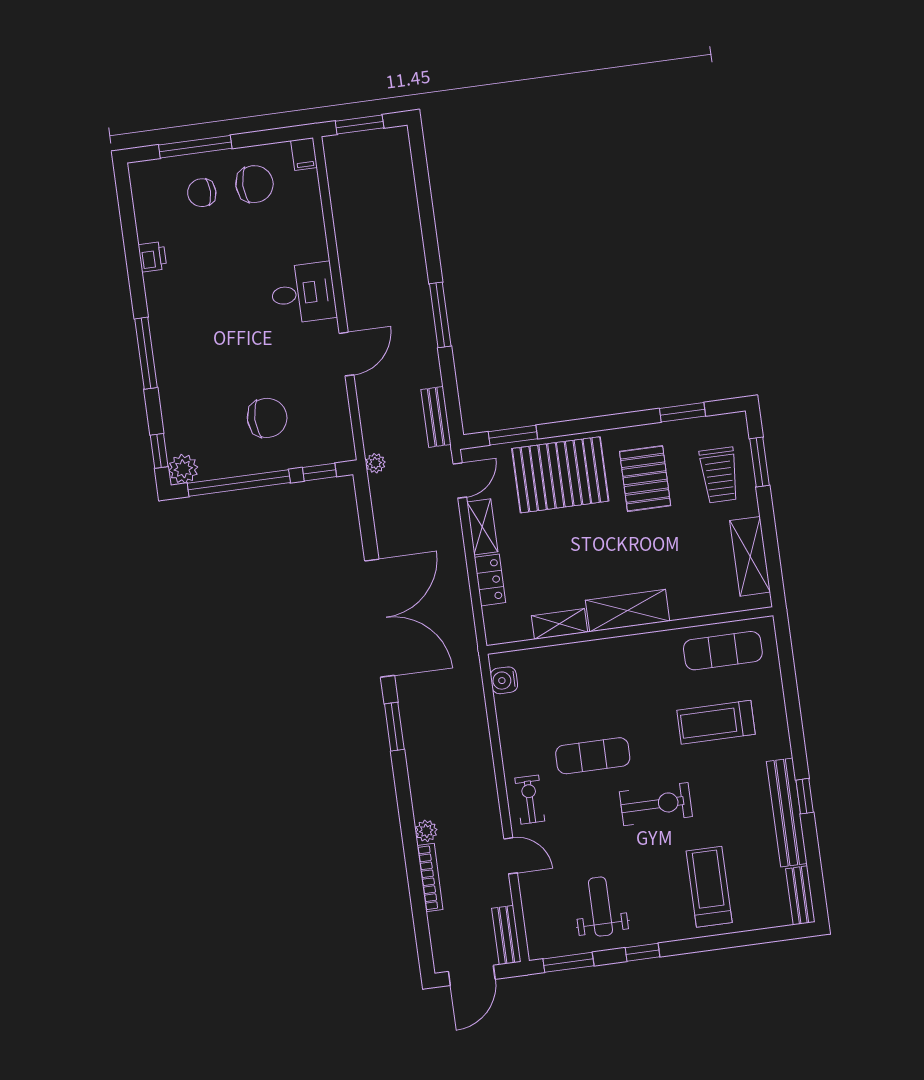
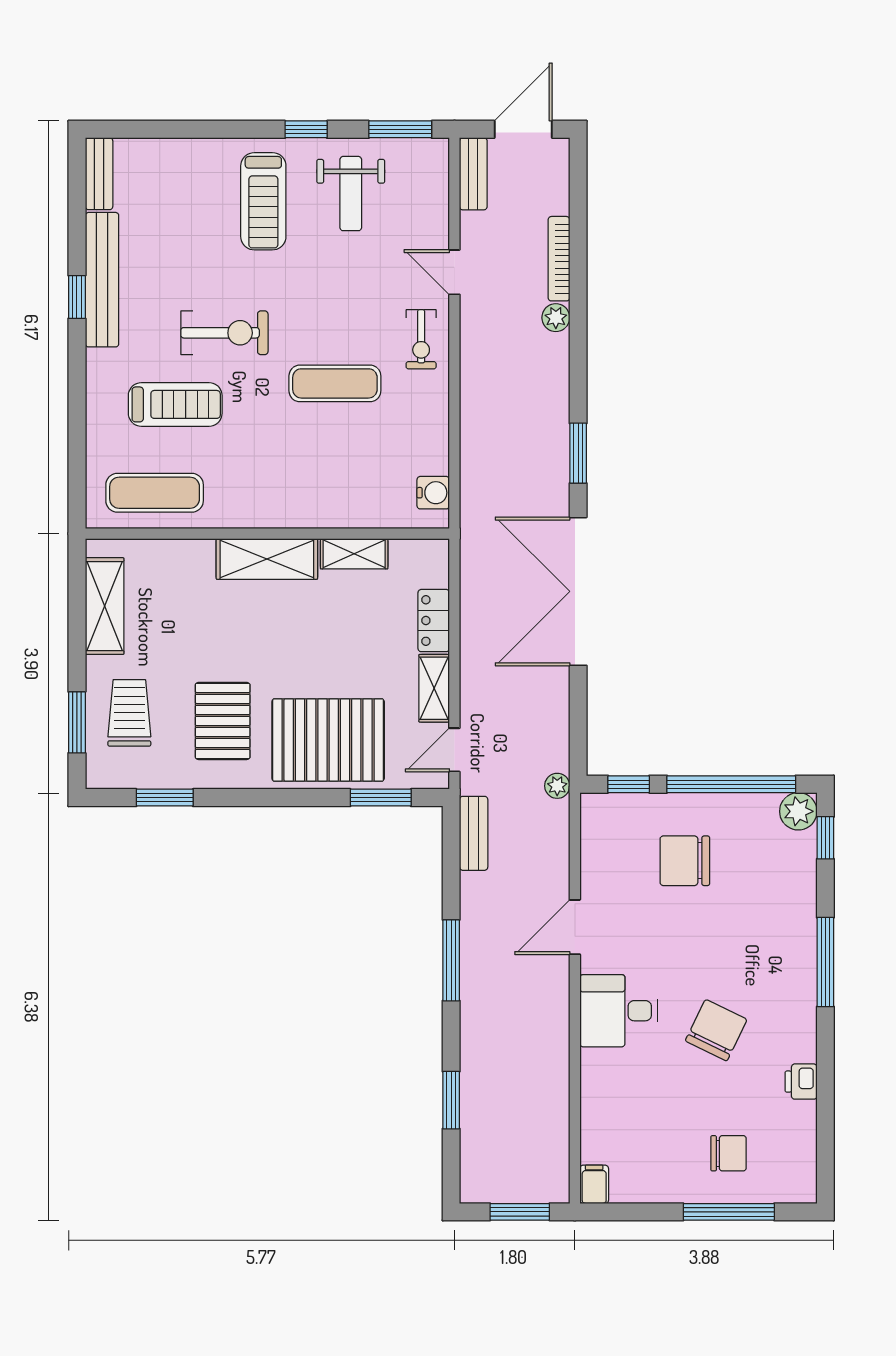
chair: (254, 184) -> (716, 1030), moved, turned 116
window: (425, 205) -> (451, 1100), added
exercise bike: (656, 804) -> (224, 333), moved, turned 180
treadmill: (709, 887) -> (263, 201), moved

